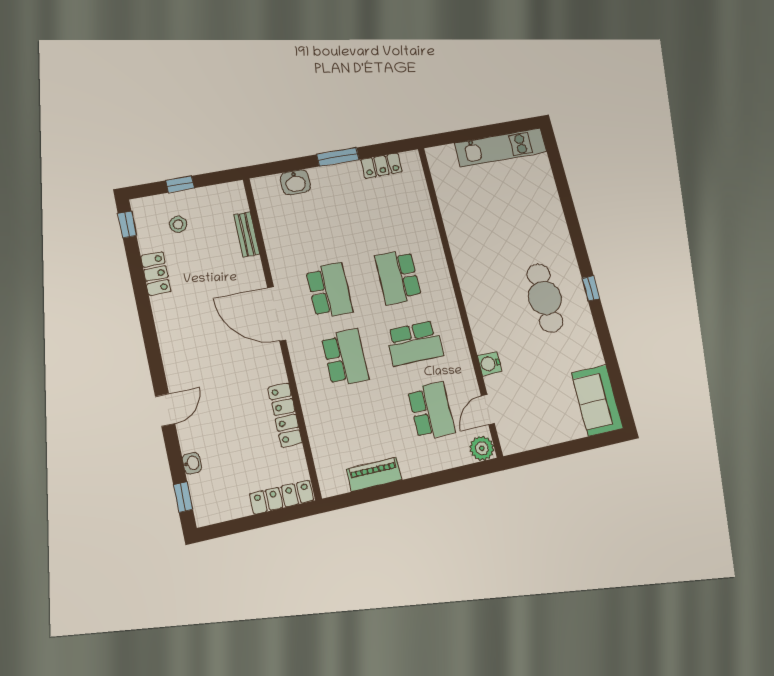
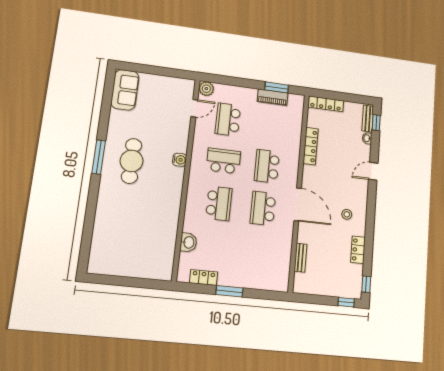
kitchen unit: (501, 147) -> (120, 267), removed
washbasin: (295, 182) -> (188, 242), moved, turned 90
window: (180, 184) -> (346, 302), moved
stool: (178, 224) -> (347, 214), moved
window: (591, 288) -> (99, 157), width x2.17
water cooler: (490, 364) -> (180, 160), moved
window: (373, 494) -> (277, 87), added
bench: (200, 499) -> (368, 119), added

